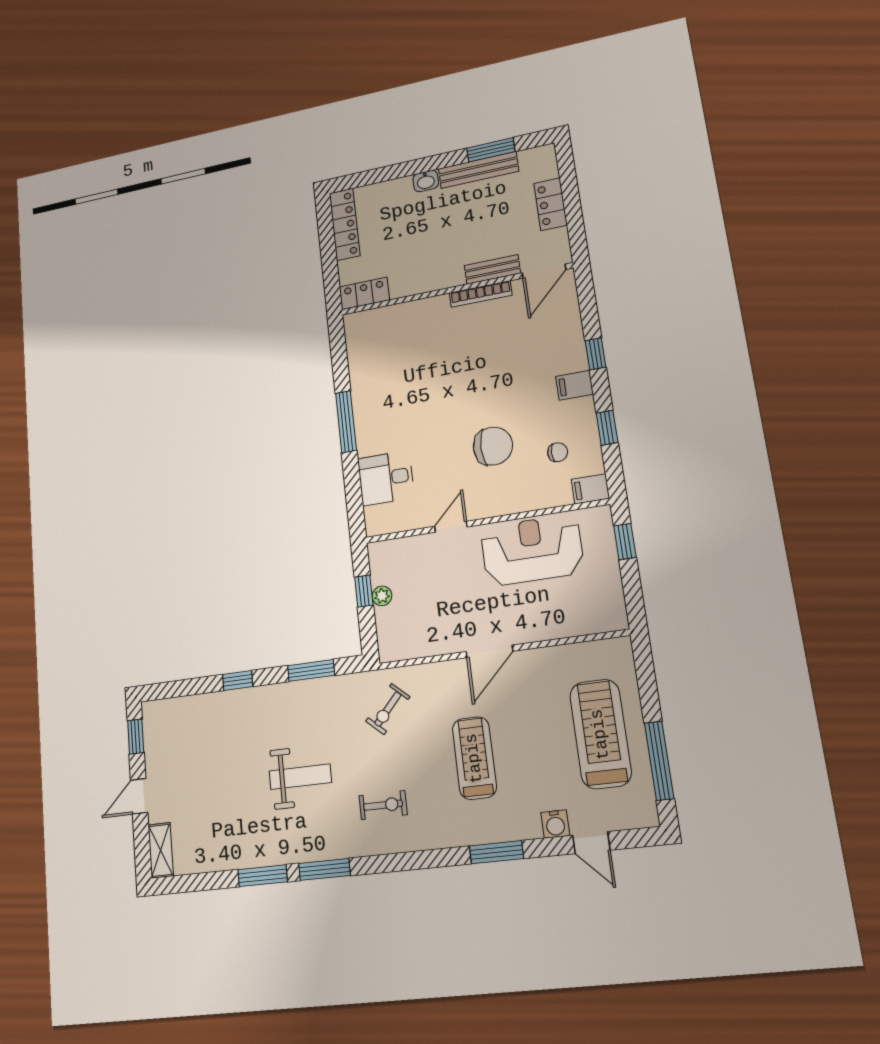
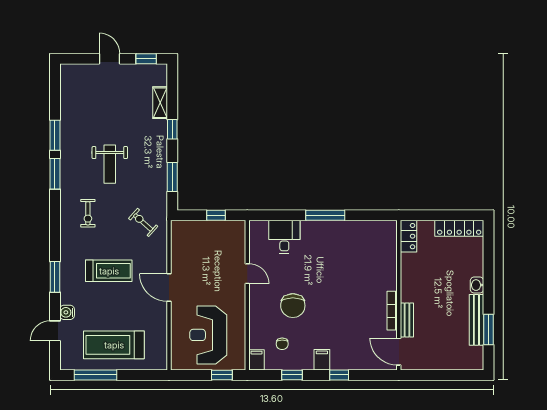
locker: (550, 204) -> (442, 362), removed
reception desk: (532, 550) -> (208, 335), moved, turned 180
plant: (382, 596) -> (211, 226), removed
treadmill: (600, 734) -> (114, 345), turned 180
shelving: (161, 850) -> (160, 103), moved, turned 90

